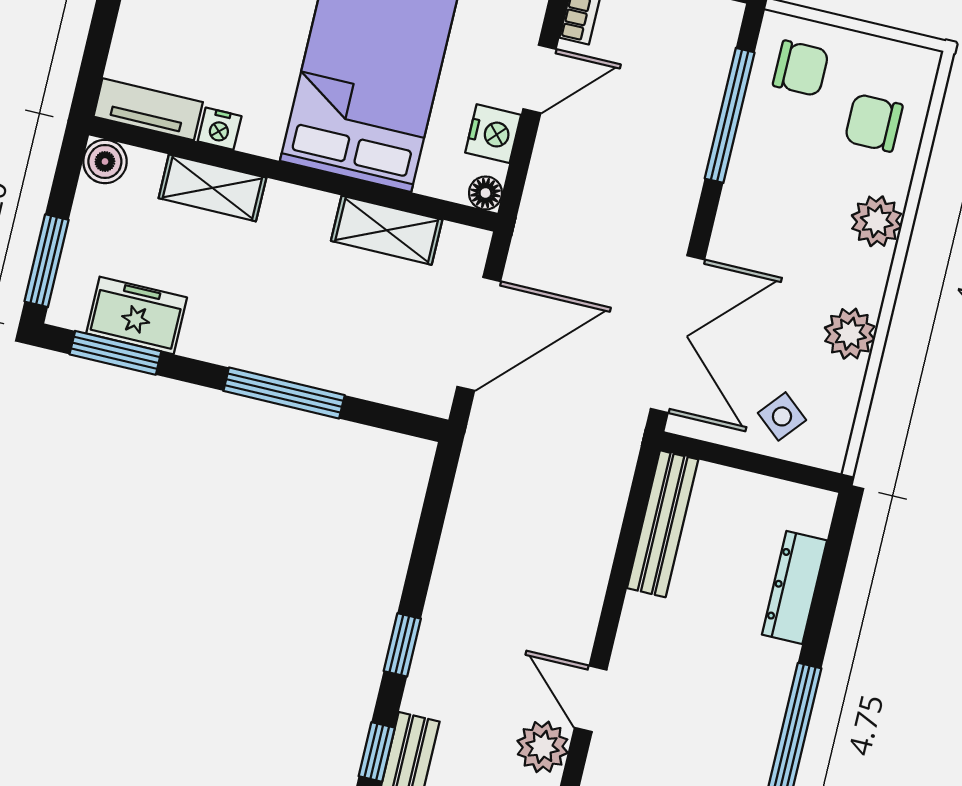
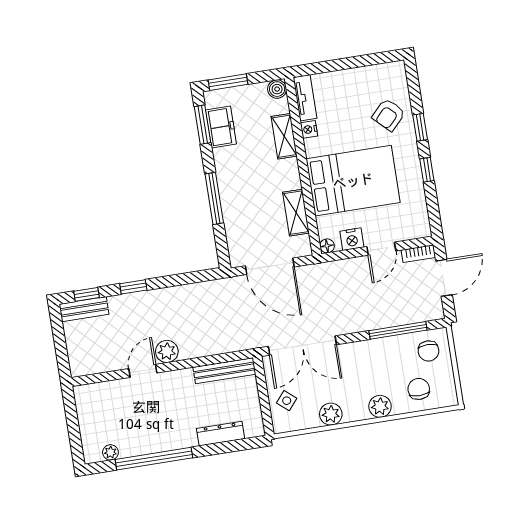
door: (540, 79) -> (381, 249), hinge flipped
plant: (543, 747) -> (167, 351), moved

